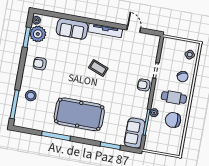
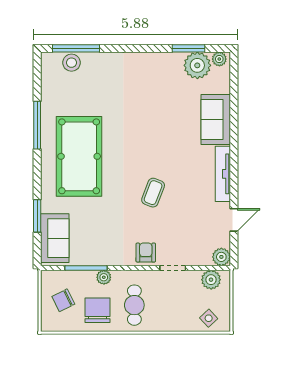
plant: (155, 40) -> (221, 257), added
plant: (167, 49) -> (211, 280), added
armchair: (40, 64) -> (150, 77), removed
coffee table: (98, 68) -> (153, 193), moved
chair: (183, 77) -> (63, 300), moved
stool: (31, 96) -> (71, 63), moved
sofa: (135, 133) -> (55, 238), moved, turned 90

